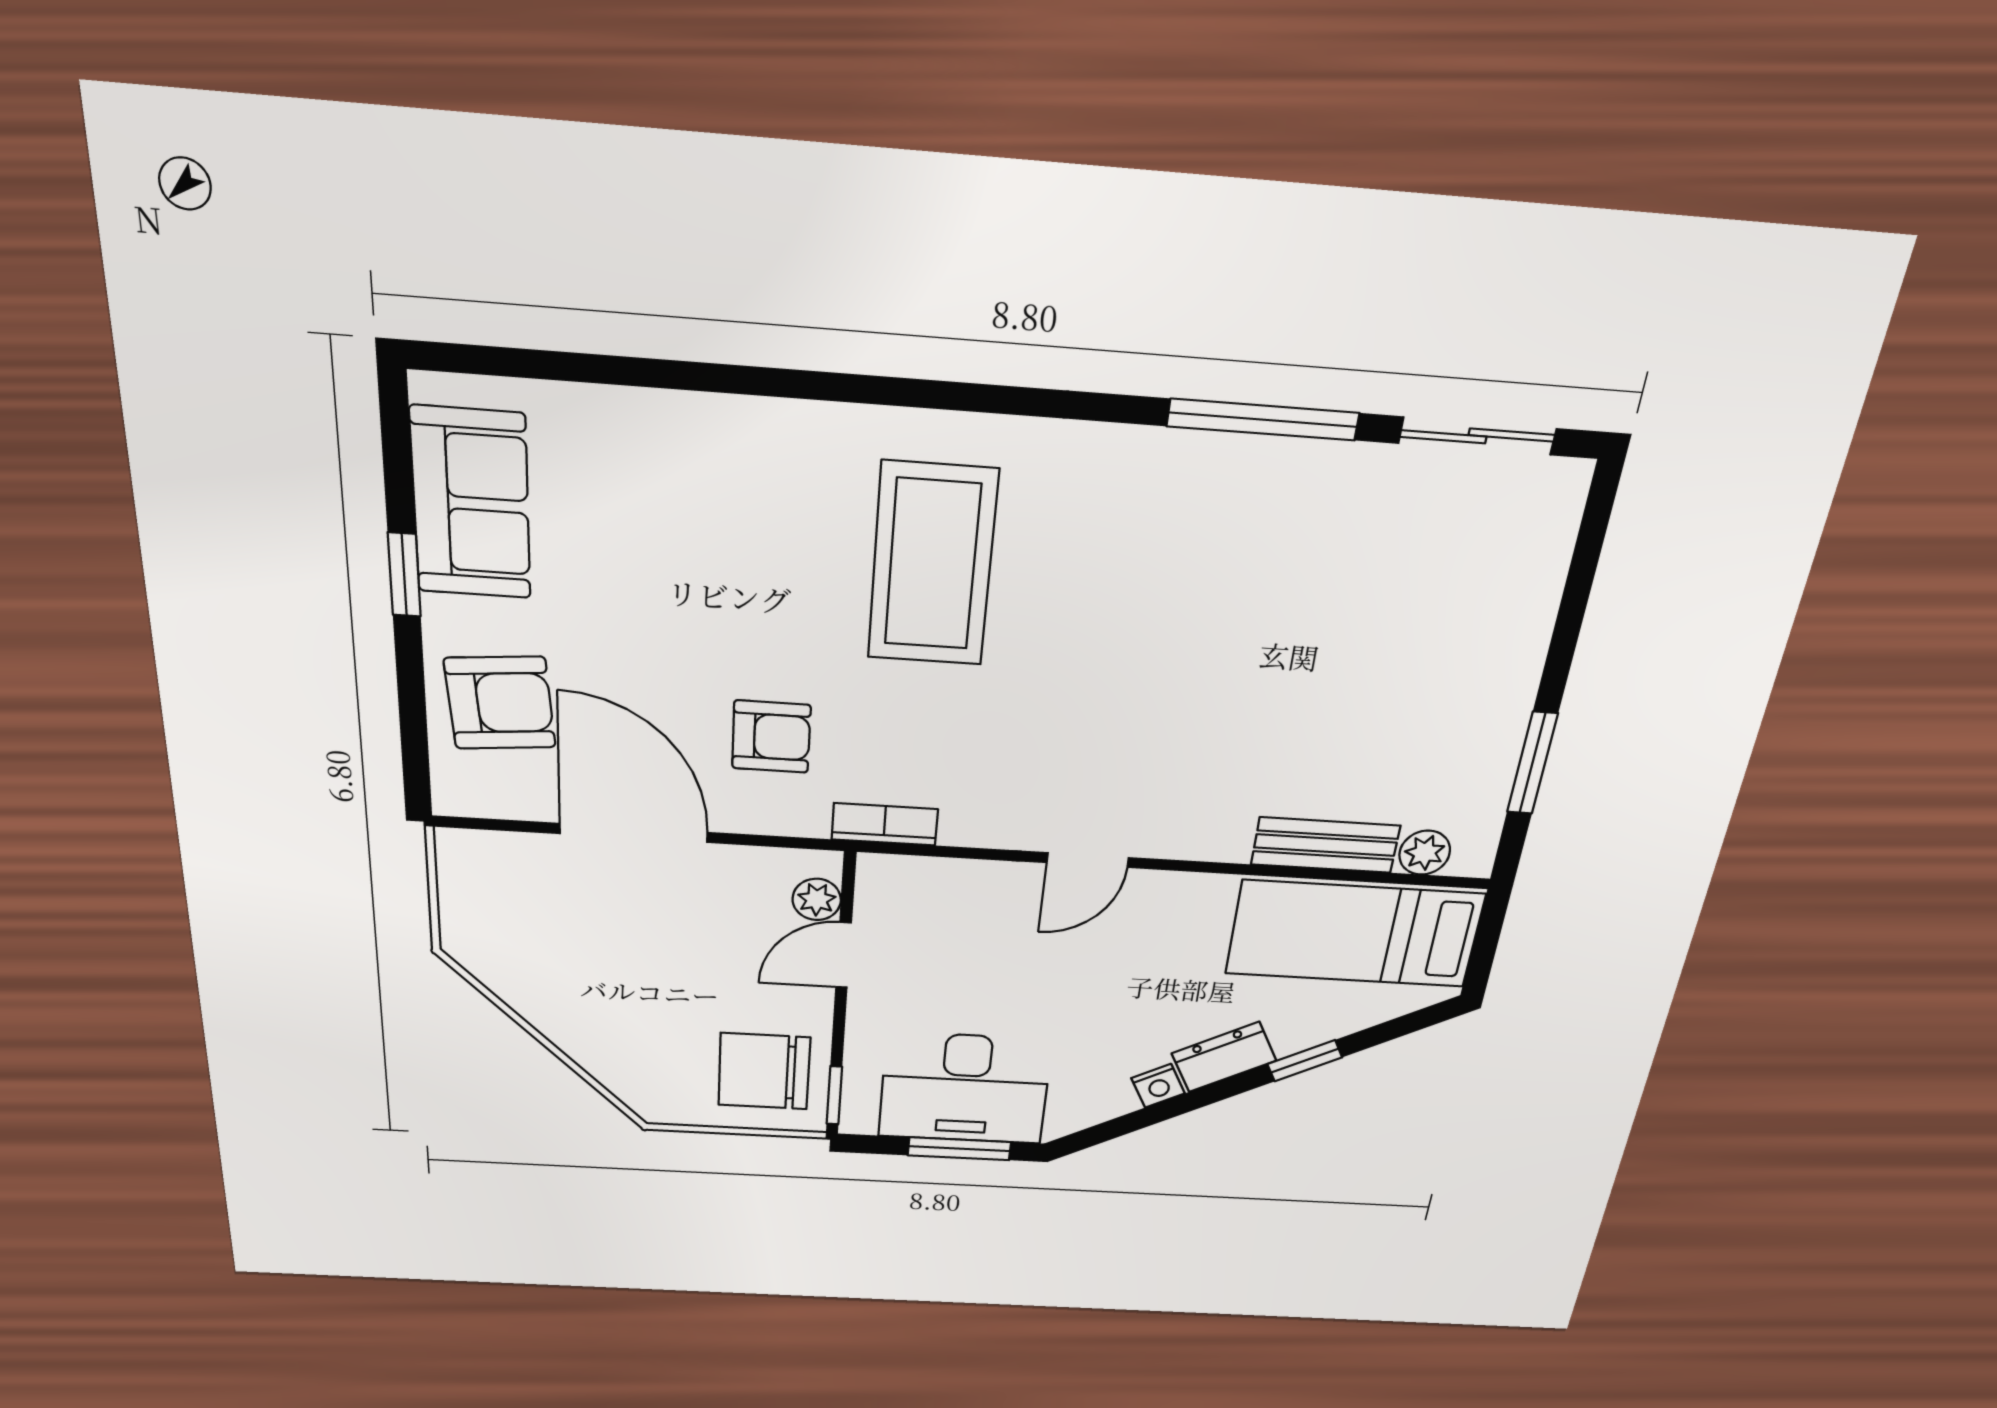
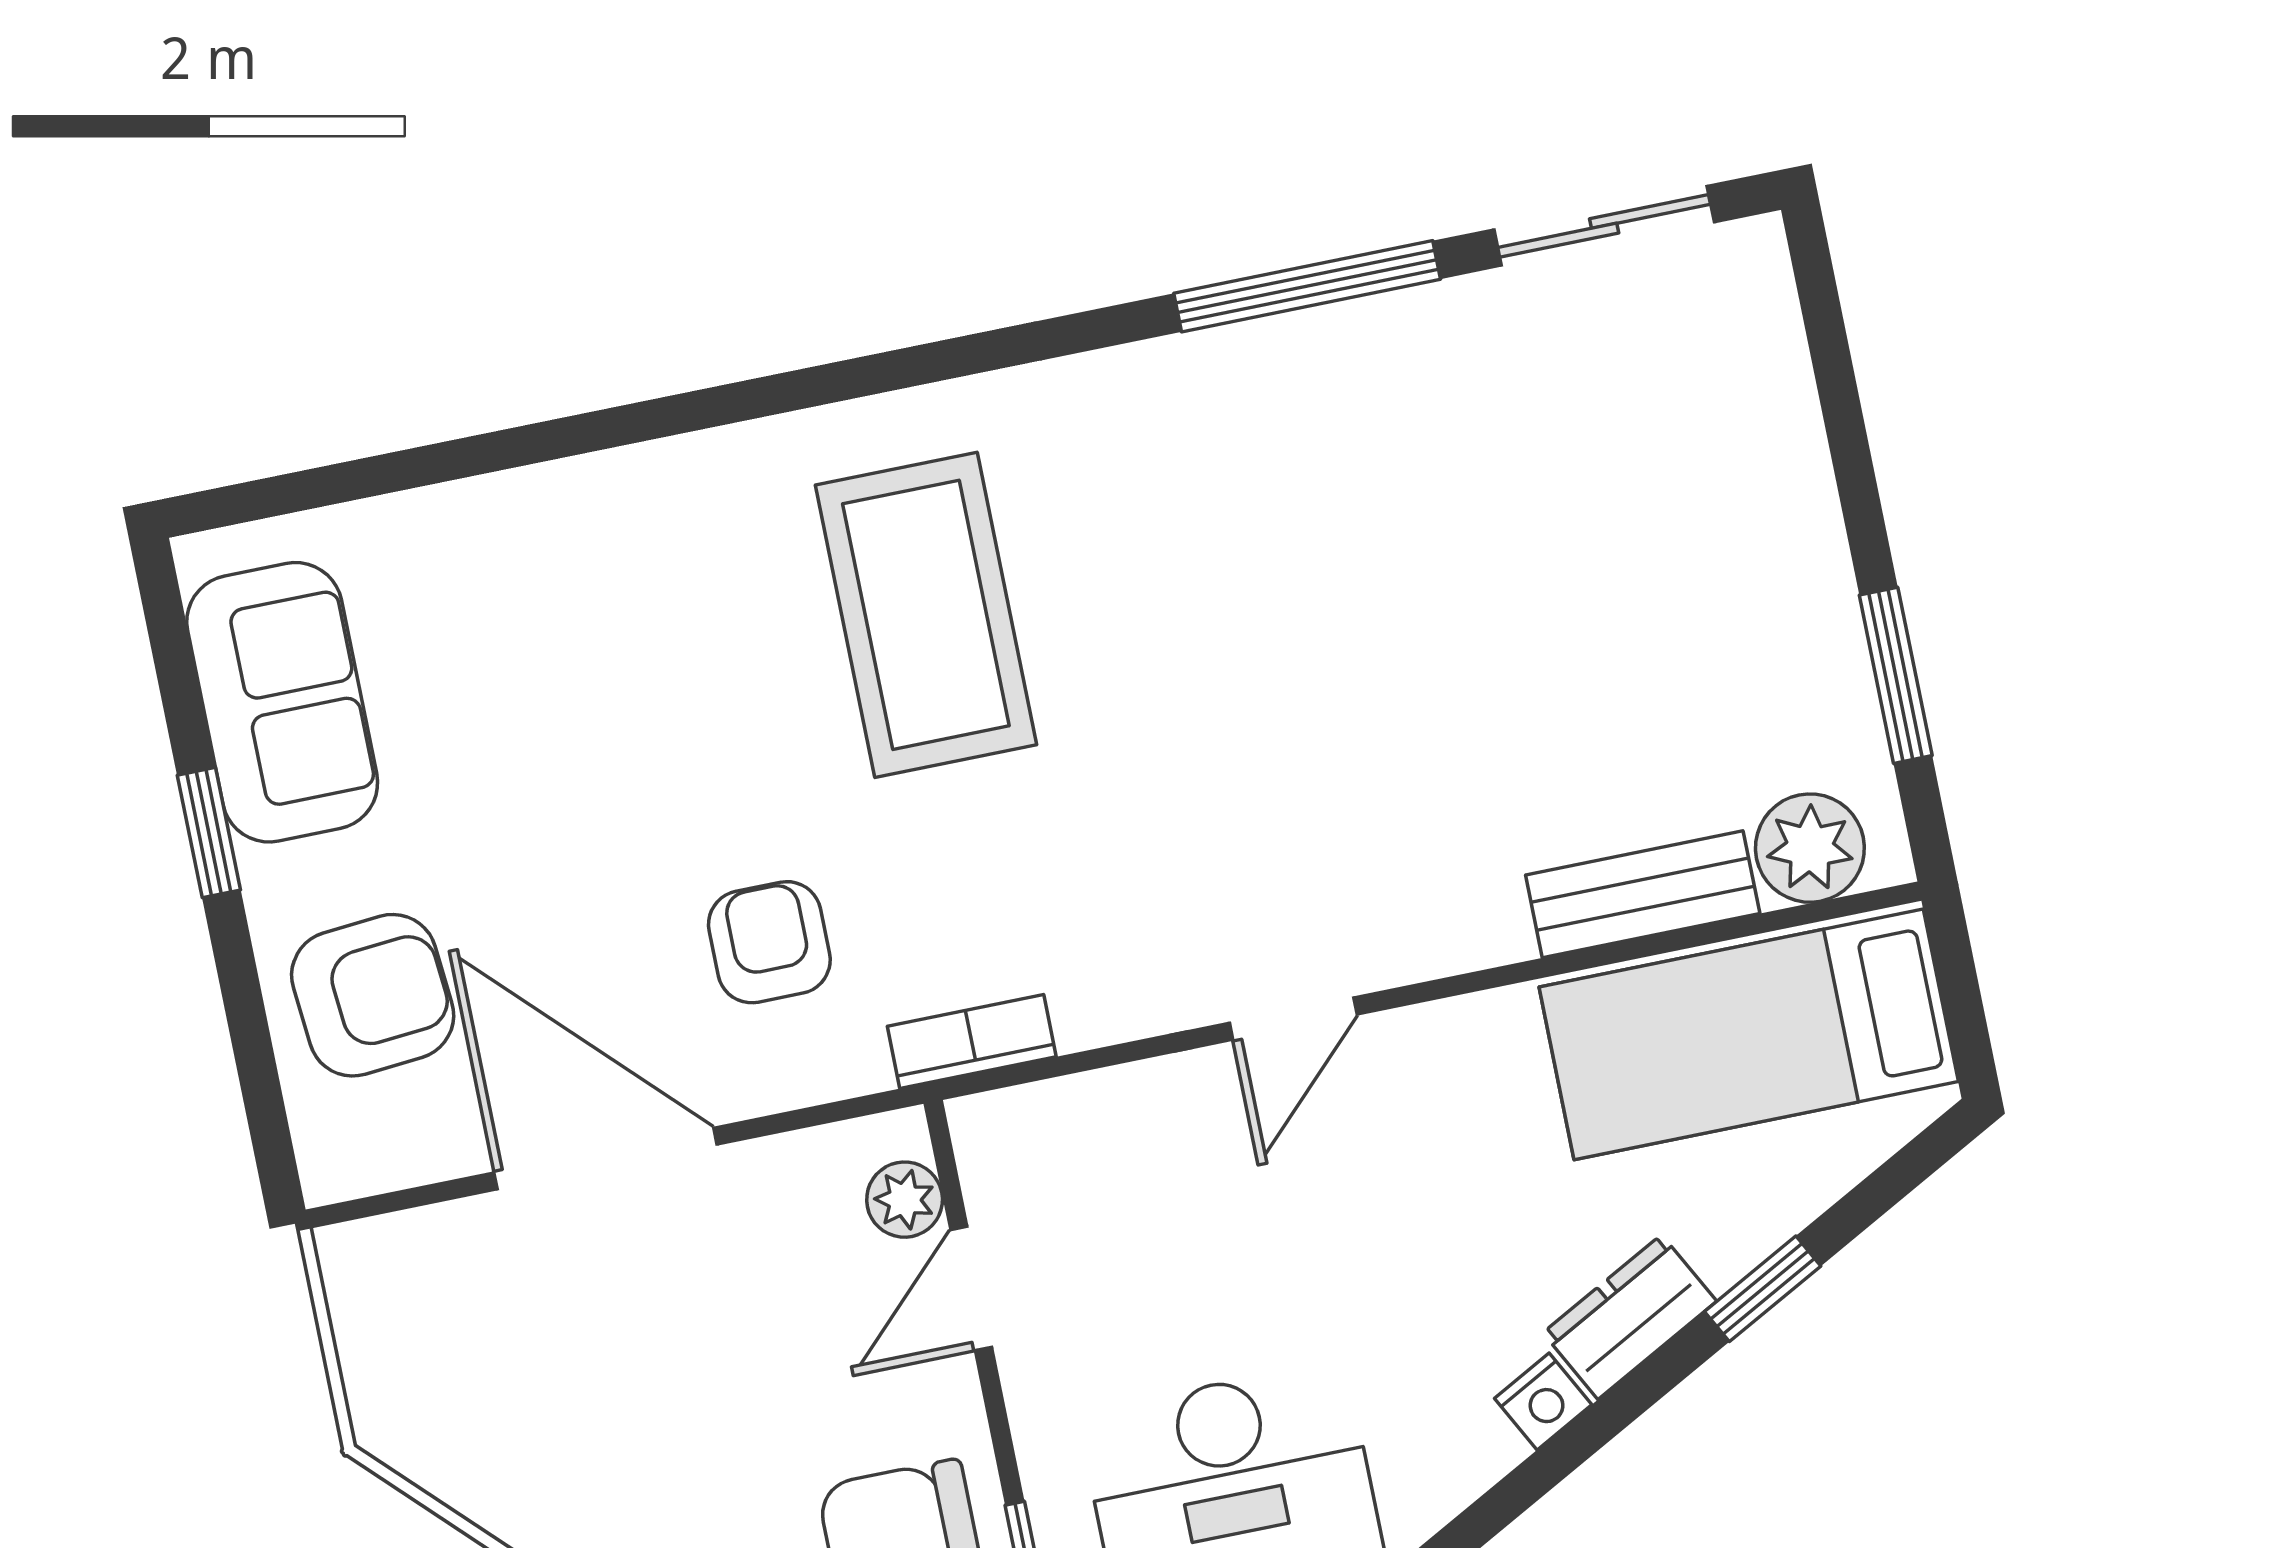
armchair: (771, 737) -> (769, 942), turned -90
plant: (1425, 853) -> (1810, 848), width x1.38, depth x1.38

